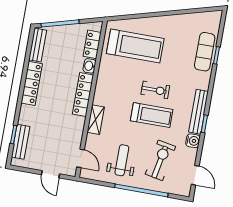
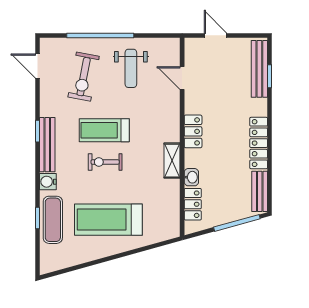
treadmill: (135, 46) -> (108, 220), moved
locker: (83, 95) -> (193, 131), width x0.66
shelving: (96, 120) -> (172, 161), moved
water cooler: (193, 141) -> (48, 182), moved
bench: (21, 142) -> (259, 69), width x1.36
door: (81, 158) -> (182, 78), moved

